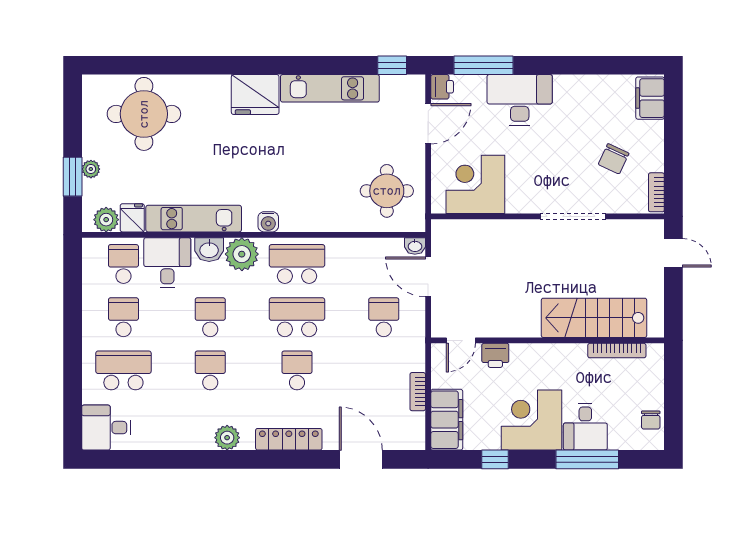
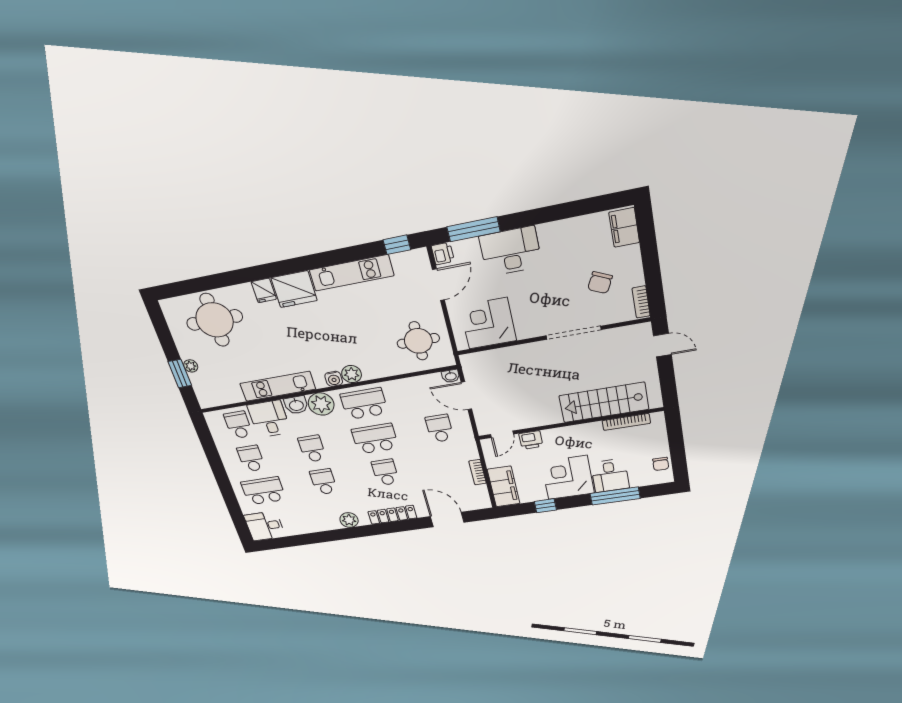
fridge: (132, 218) -> (264, 290), moved, turned 180
plant: (106, 220) -> (352, 374), moved

